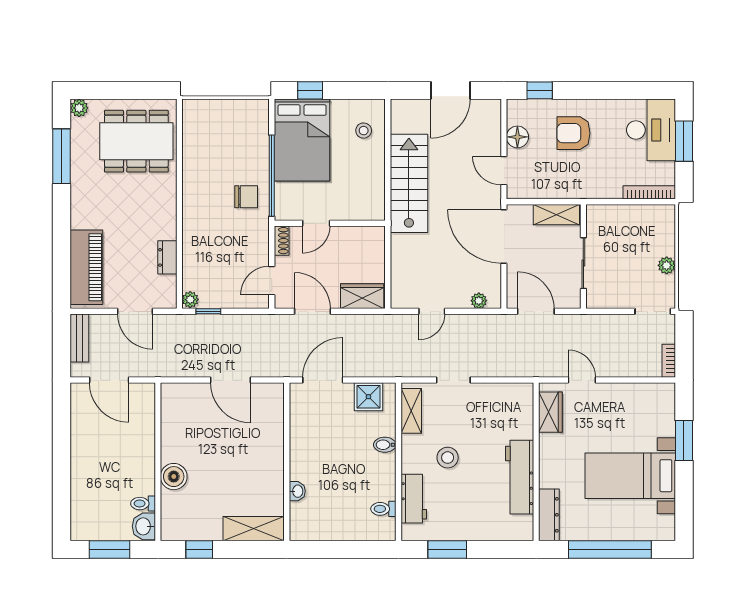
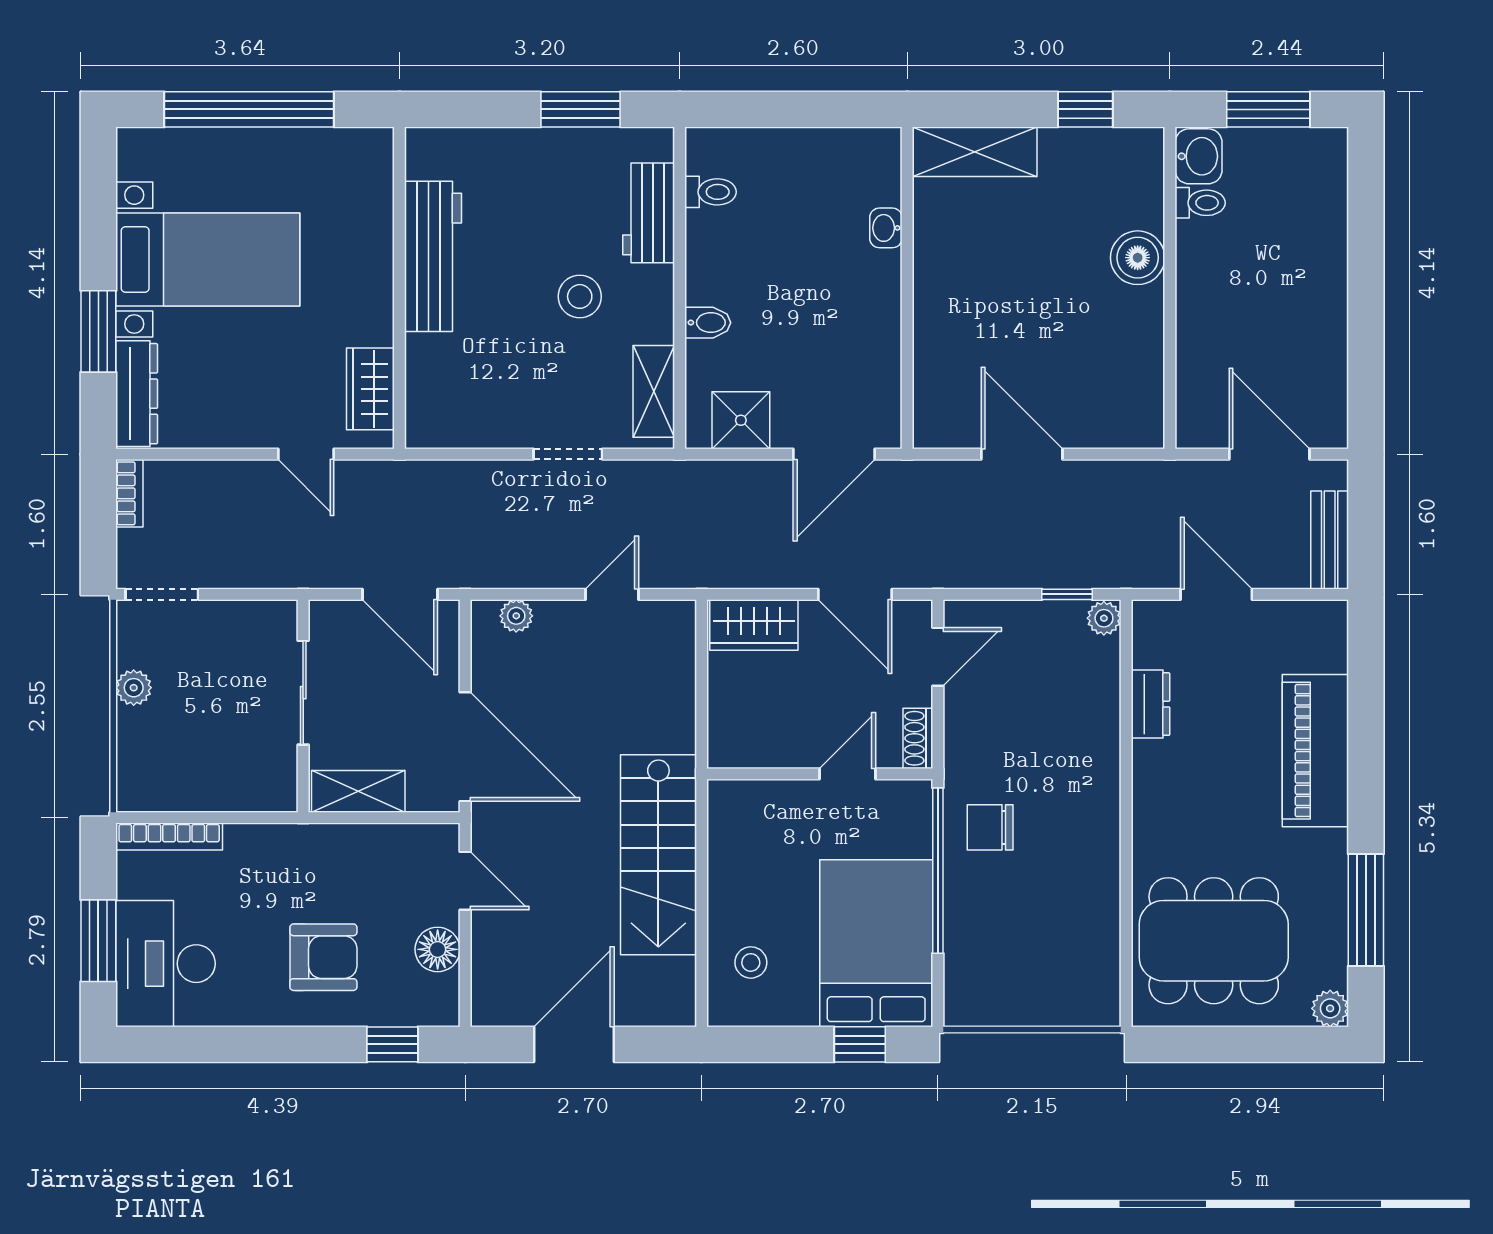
piano: (86, 267) -> (1315, 751), moved
dresser: (549, 515) -> (137, 394), moved, turned 180

